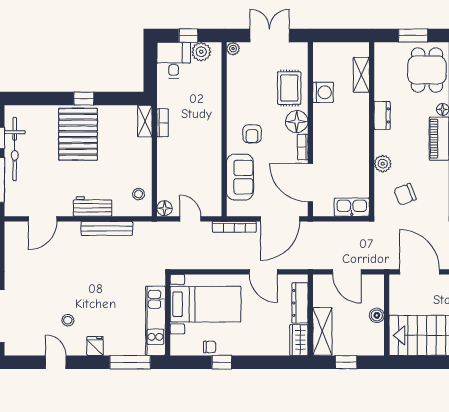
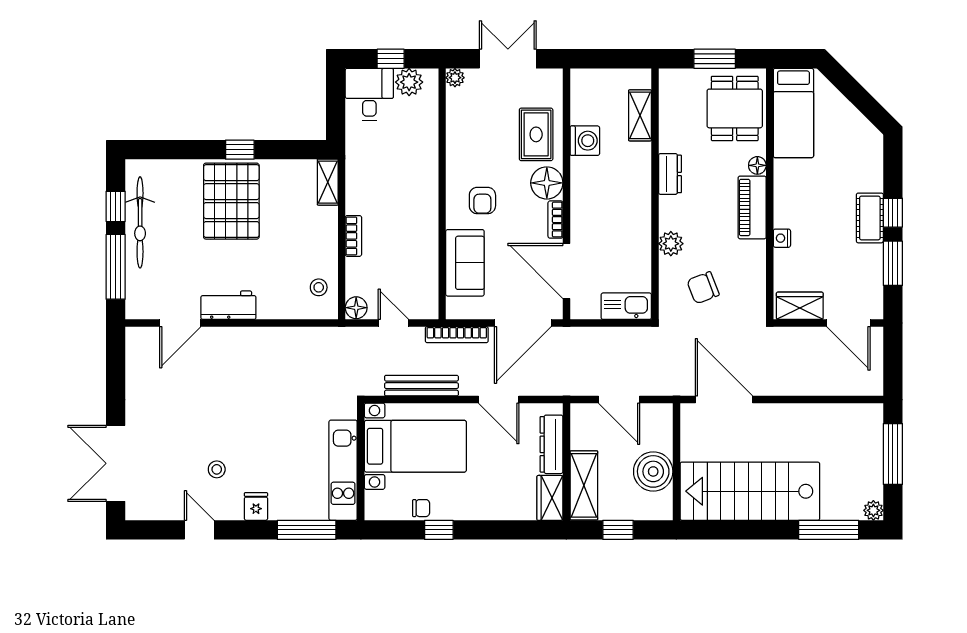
bookcase: (163, 123) -> (353, 236), moved
workbench: (92, 206) -> (228, 305), moved
bench: (107, 228) -> (421, 386), moved
boiler: (377, 315) -> (653, 471), width x1.86, depth x1.86

